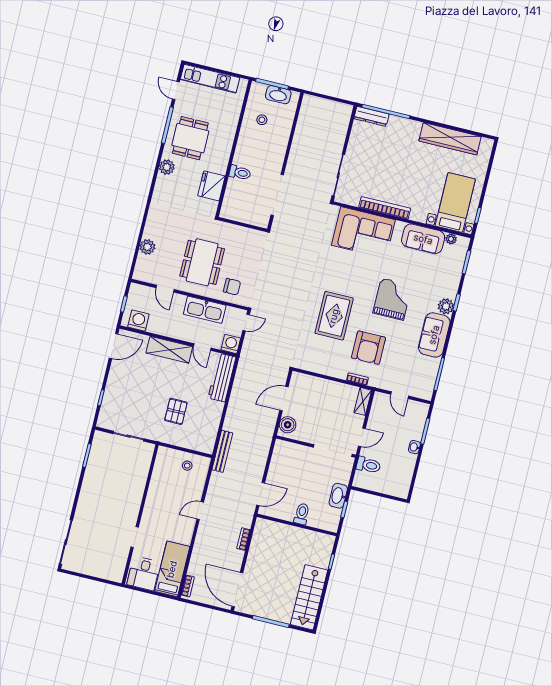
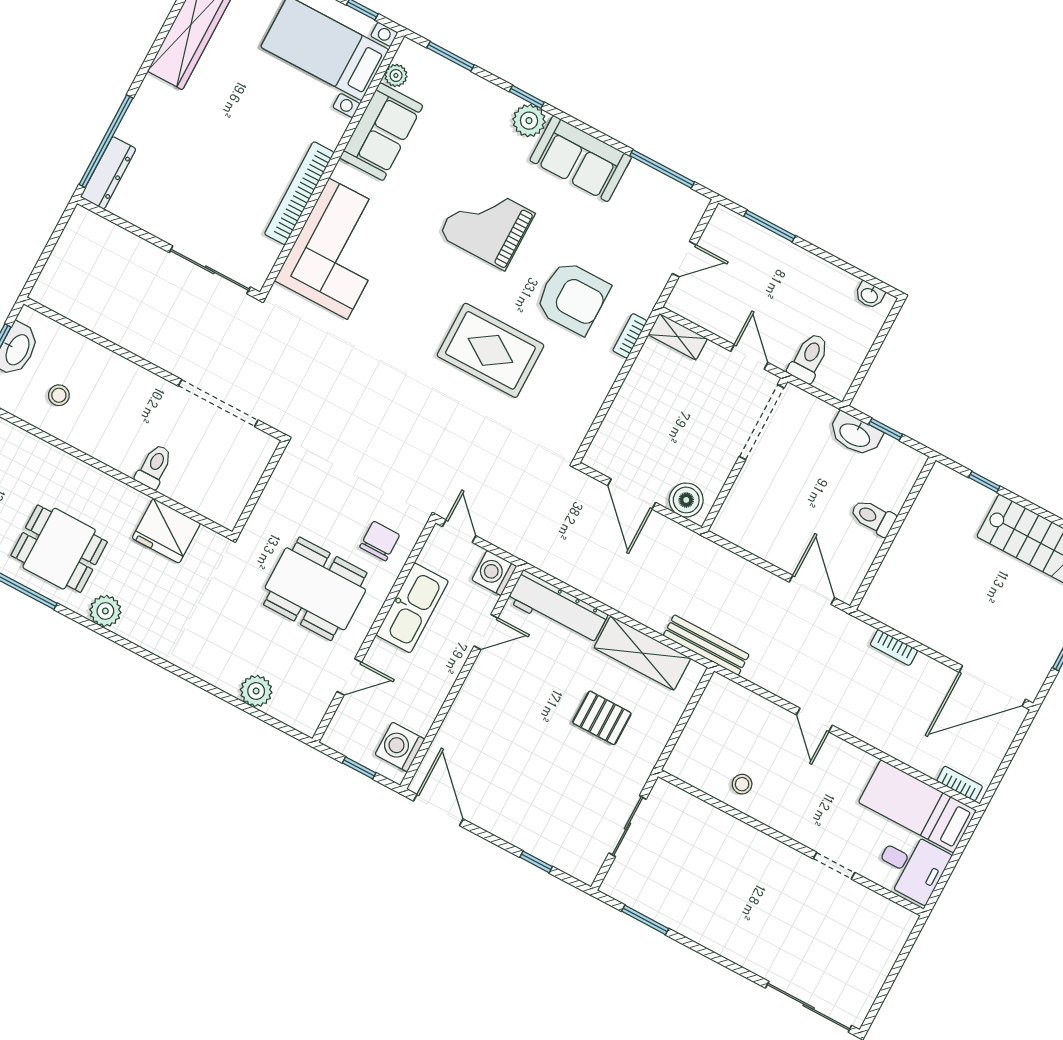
shelving: (169, 350) -> (642, 653), moved, turned 90
washbasin: (414, 447) -> (870, 295), moved
stool: (187, 466) -> (742, 784), moved

